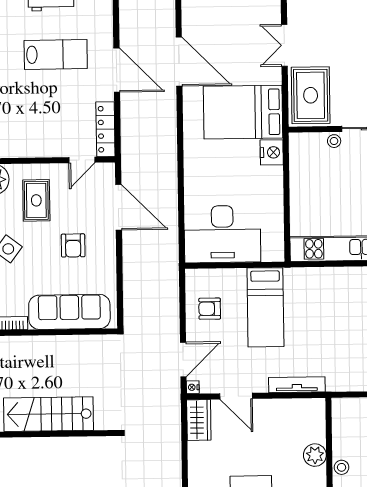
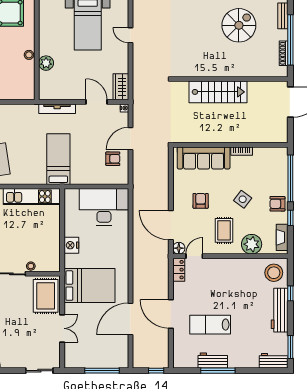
door: (179, 61) -> (130, 319), hinge flipped
locker: (105, 129) -> (179, 270), width x0.66
nightstand: (272, 152) -> (71, 245), moved
floor lamp: (106, 172) -> (179, 248), added
bed: (265, 307) -> (58, 159), moved
door: (183, 359) -> (130, 139), moved

